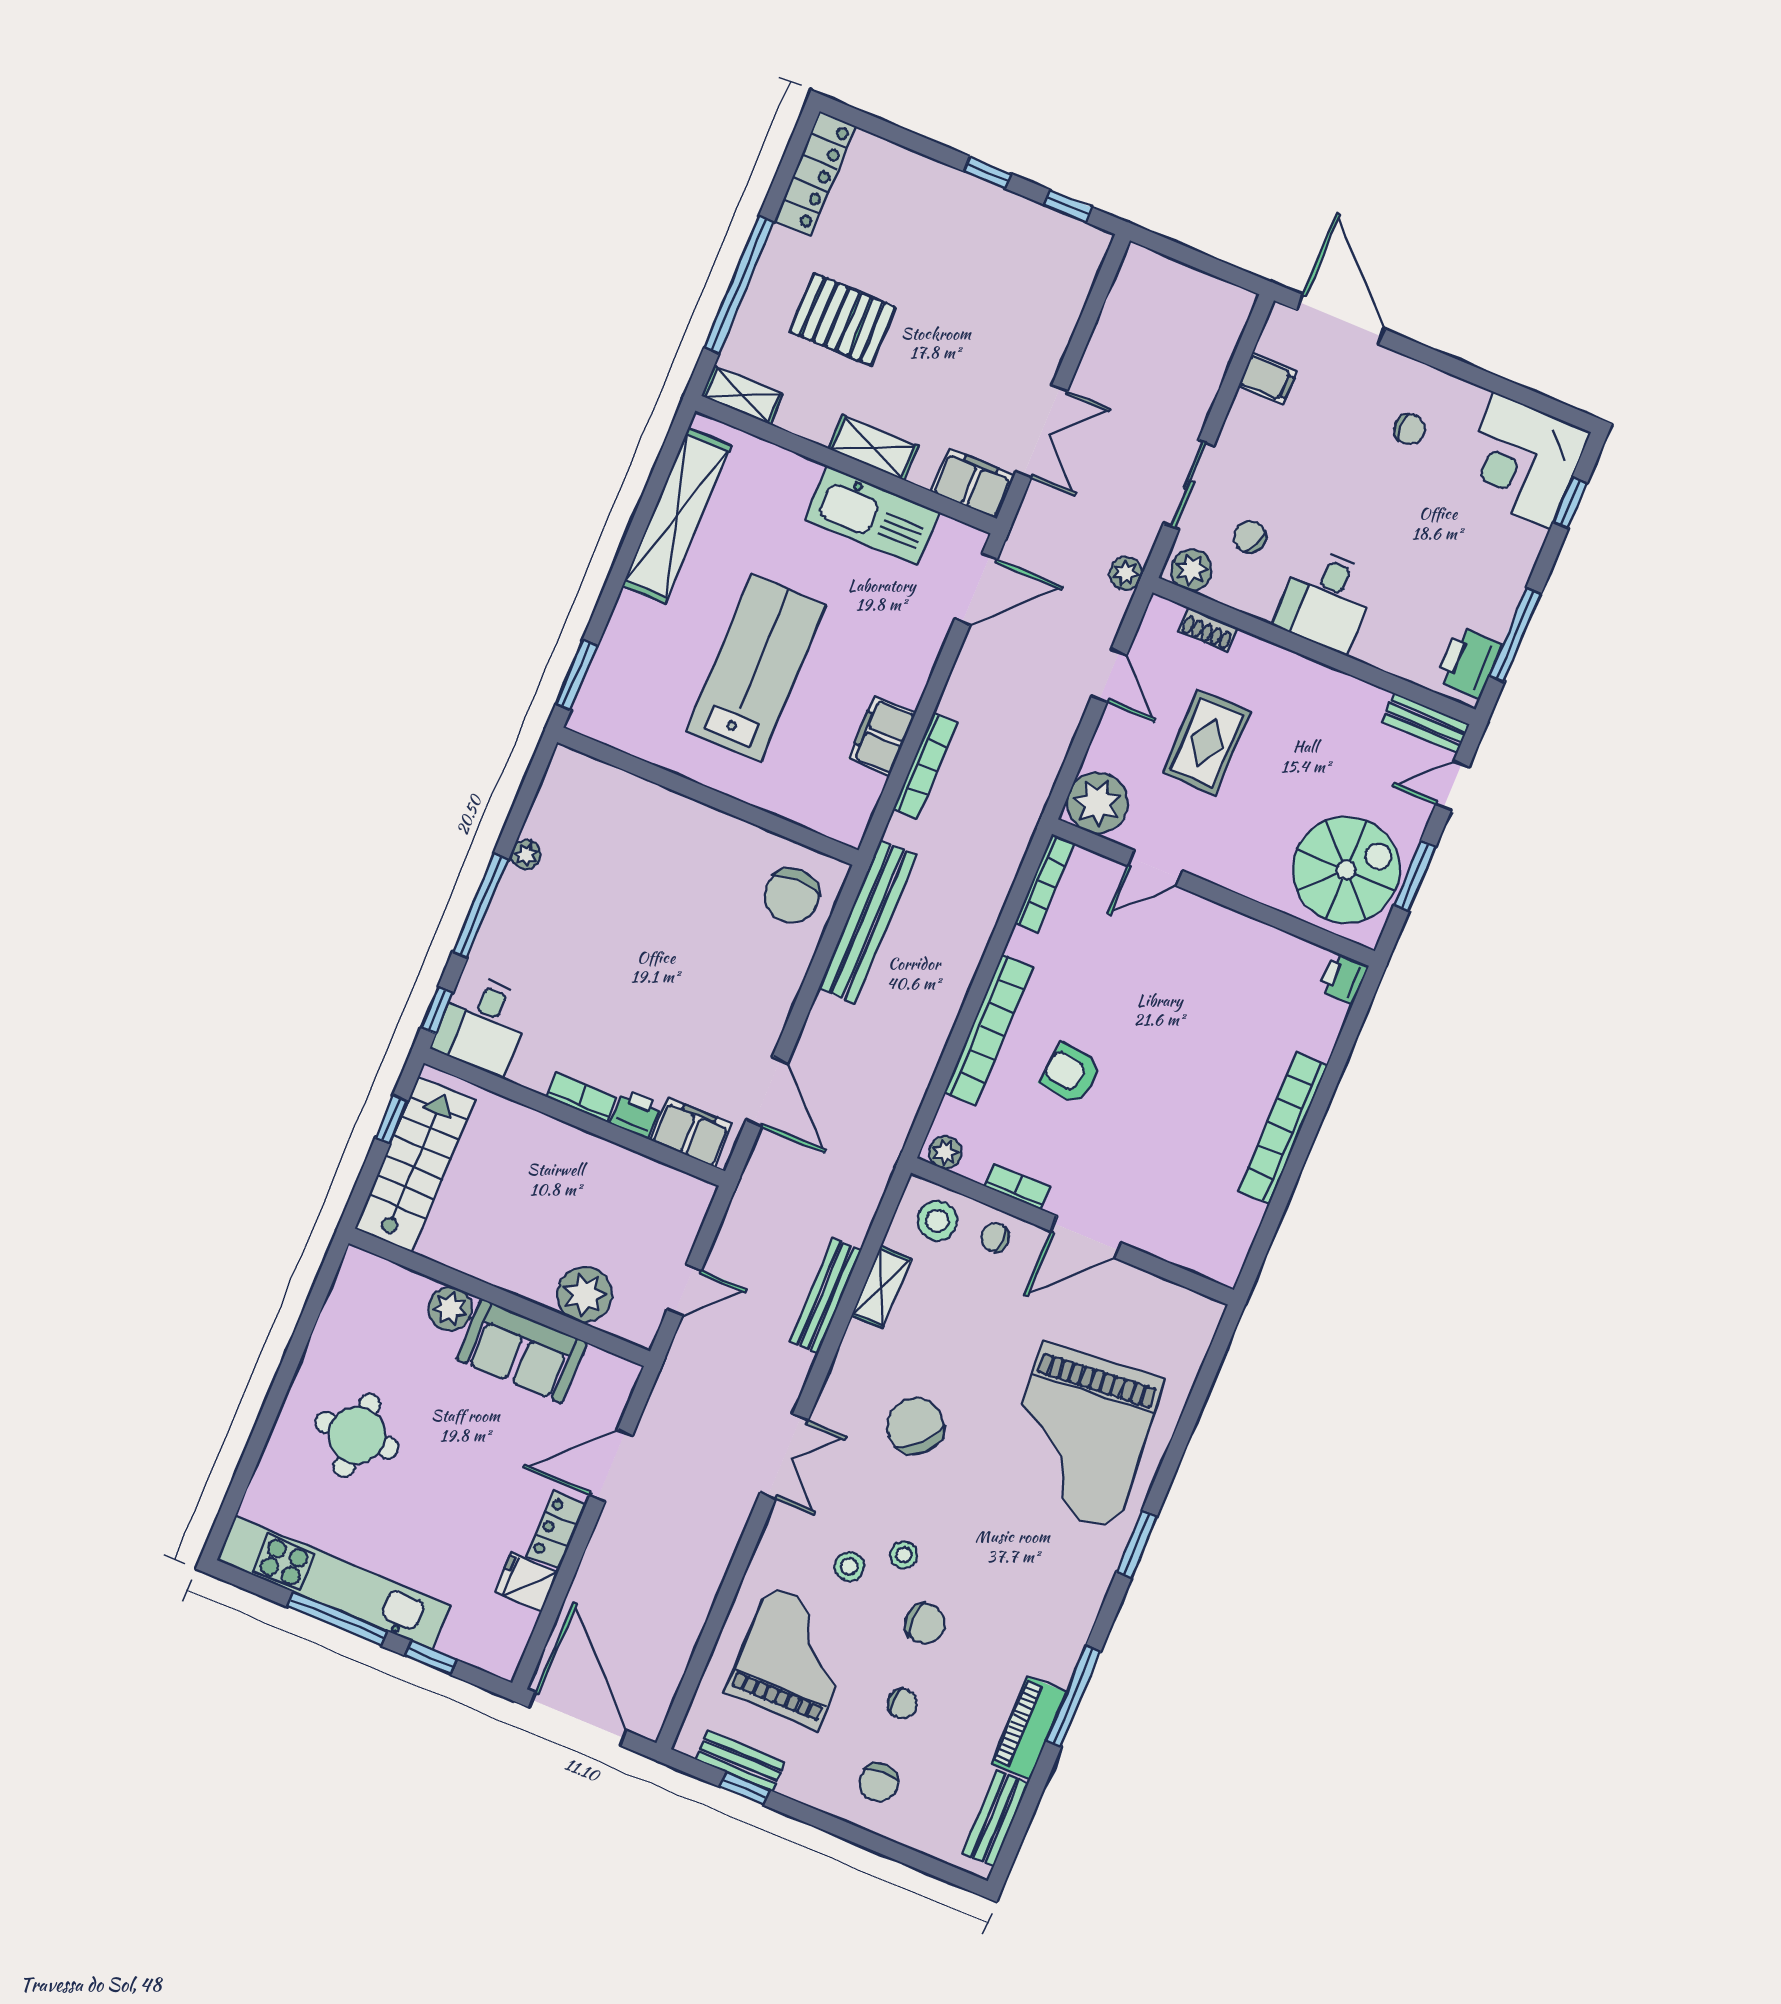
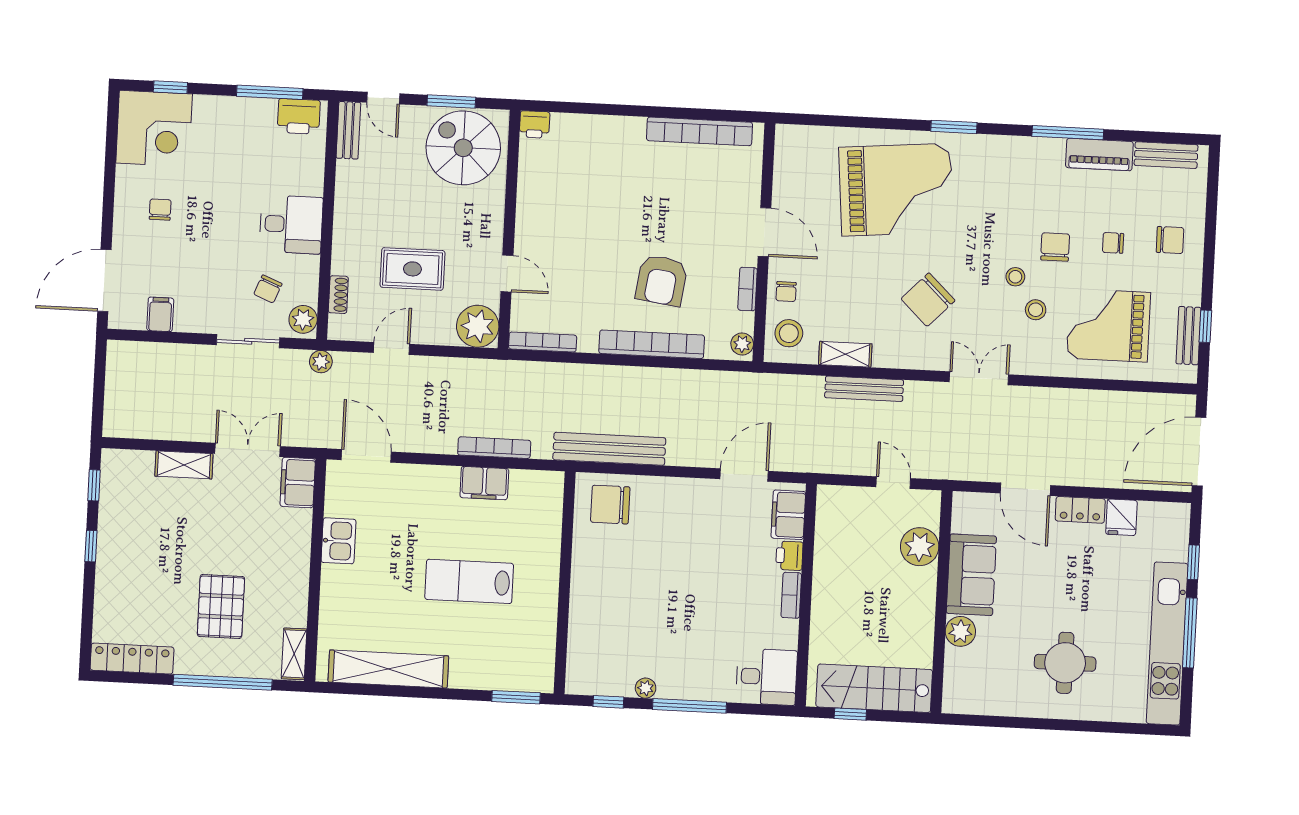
shelving: (873, 448) -> (184, 465), moved, turned 90
kitchen sink: (872, 516) -> (339, 541), width x0.53, depth x0.81
lab bench: (756, 668) -> (469, 581), width x0.73, depth x0.72
chair: (792, 896) -> (610, 505), turned 180
window: (437, 1010) -> (608, 702), moved
armchair: (1071, 1074) -> (661, 280), width x1.38, depth x1.38
bookcase: (1283, 1128) -> (699, 131), moved
chair: (902, 1704) -> (1113, 243), turned -90

